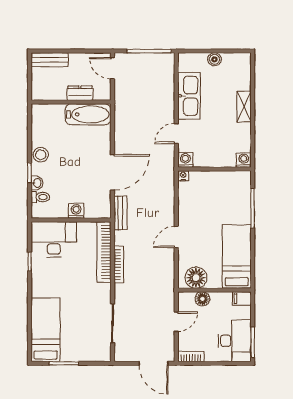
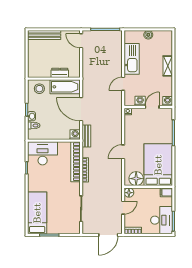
bench: (50, 60) -> (44, 35), width x1.36
dresser: (80, 93) -> (60, 73), moved
wall: (71, 102) -> (54, 79), moved
bathtub: (88, 114) -> (65, 87), moved
stool: (41, 155) -> (39, 89), moved
washing machine: (185, 160) -> (140, 101), moved
door: (220, 169) -> (152, 107), added
door: (112, 172) -> (81, 109), swing flipped
washing machine: (76, 211) -> (75, 135), moved
bed: (237, 257) -> (158, 165), width x1.50
floor lamp: (202, 299) -> (129, 193), moved
door: (154, 363) -> (108, 235), hinge flipped

